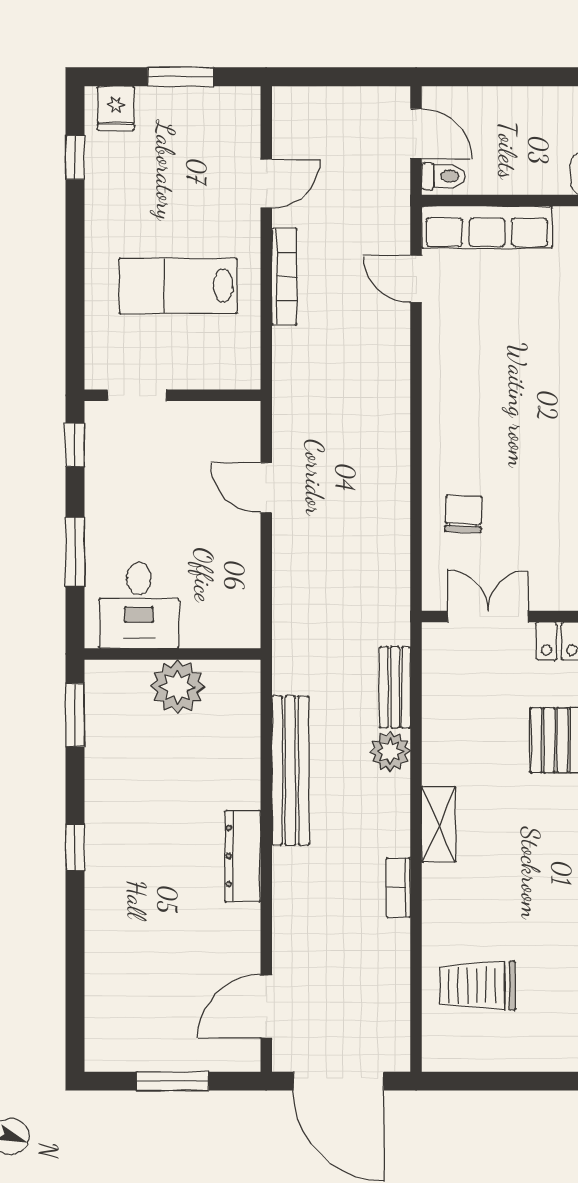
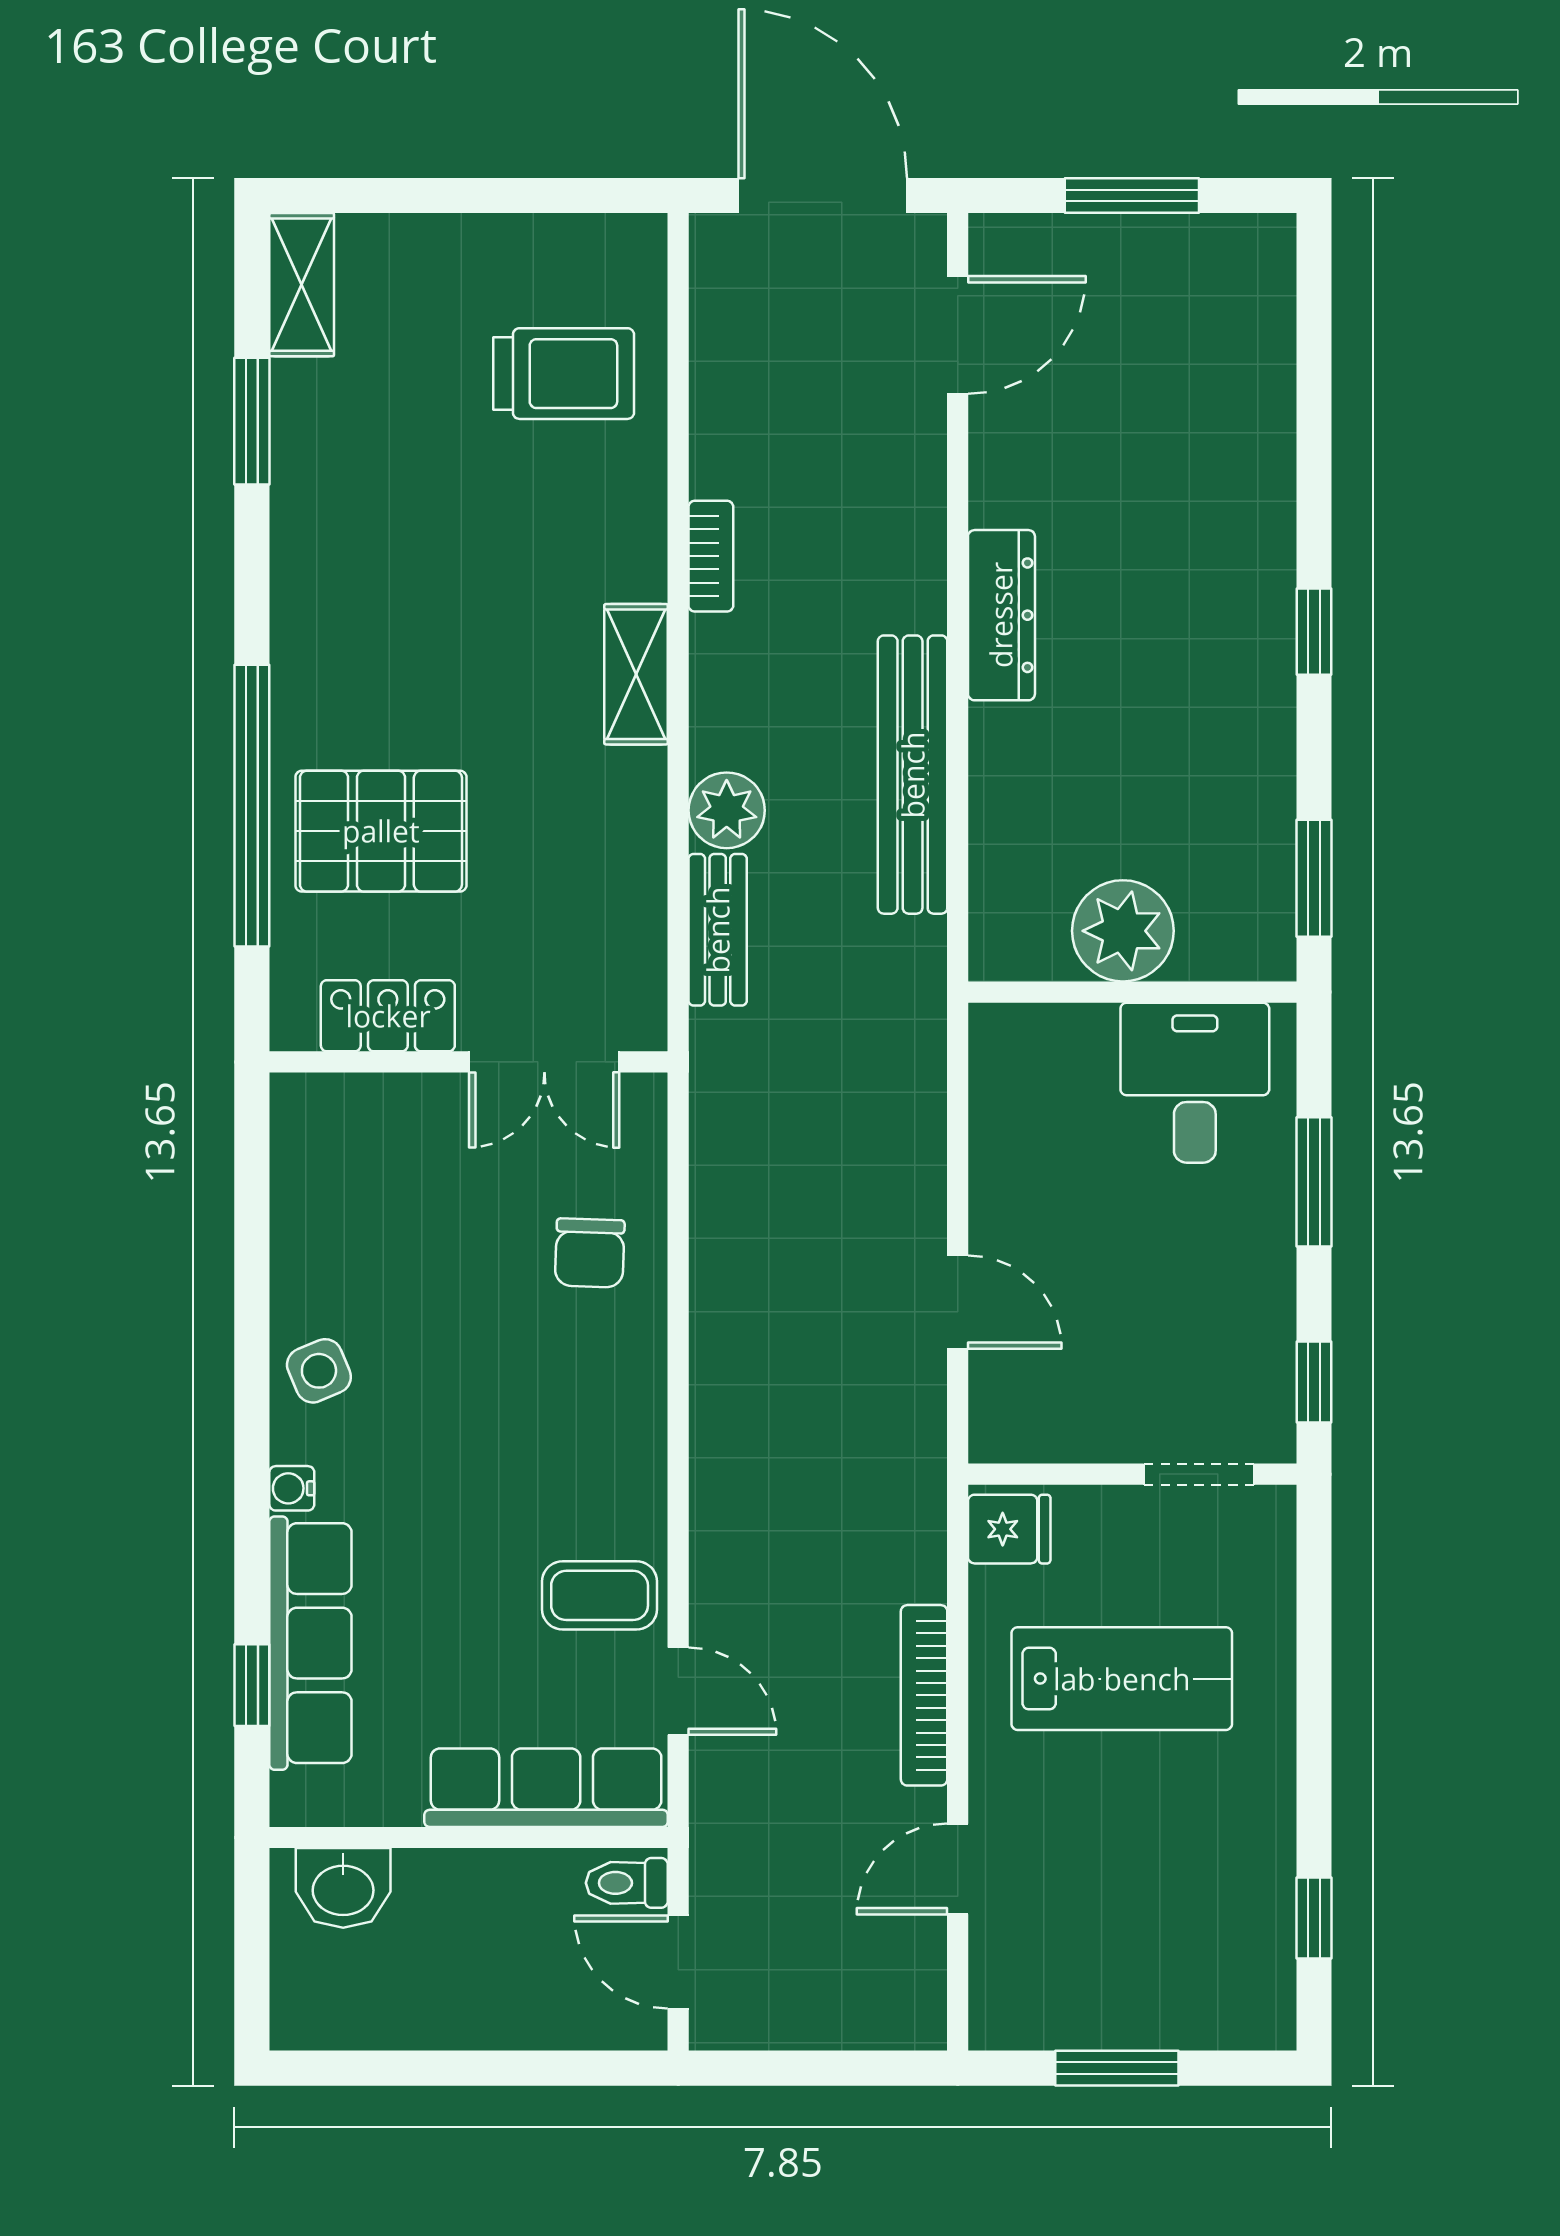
fridge: (116, 108) -> (1009, 1529), moved, turned 90
coffee table: (458, 330) -> (600, 1595), added

